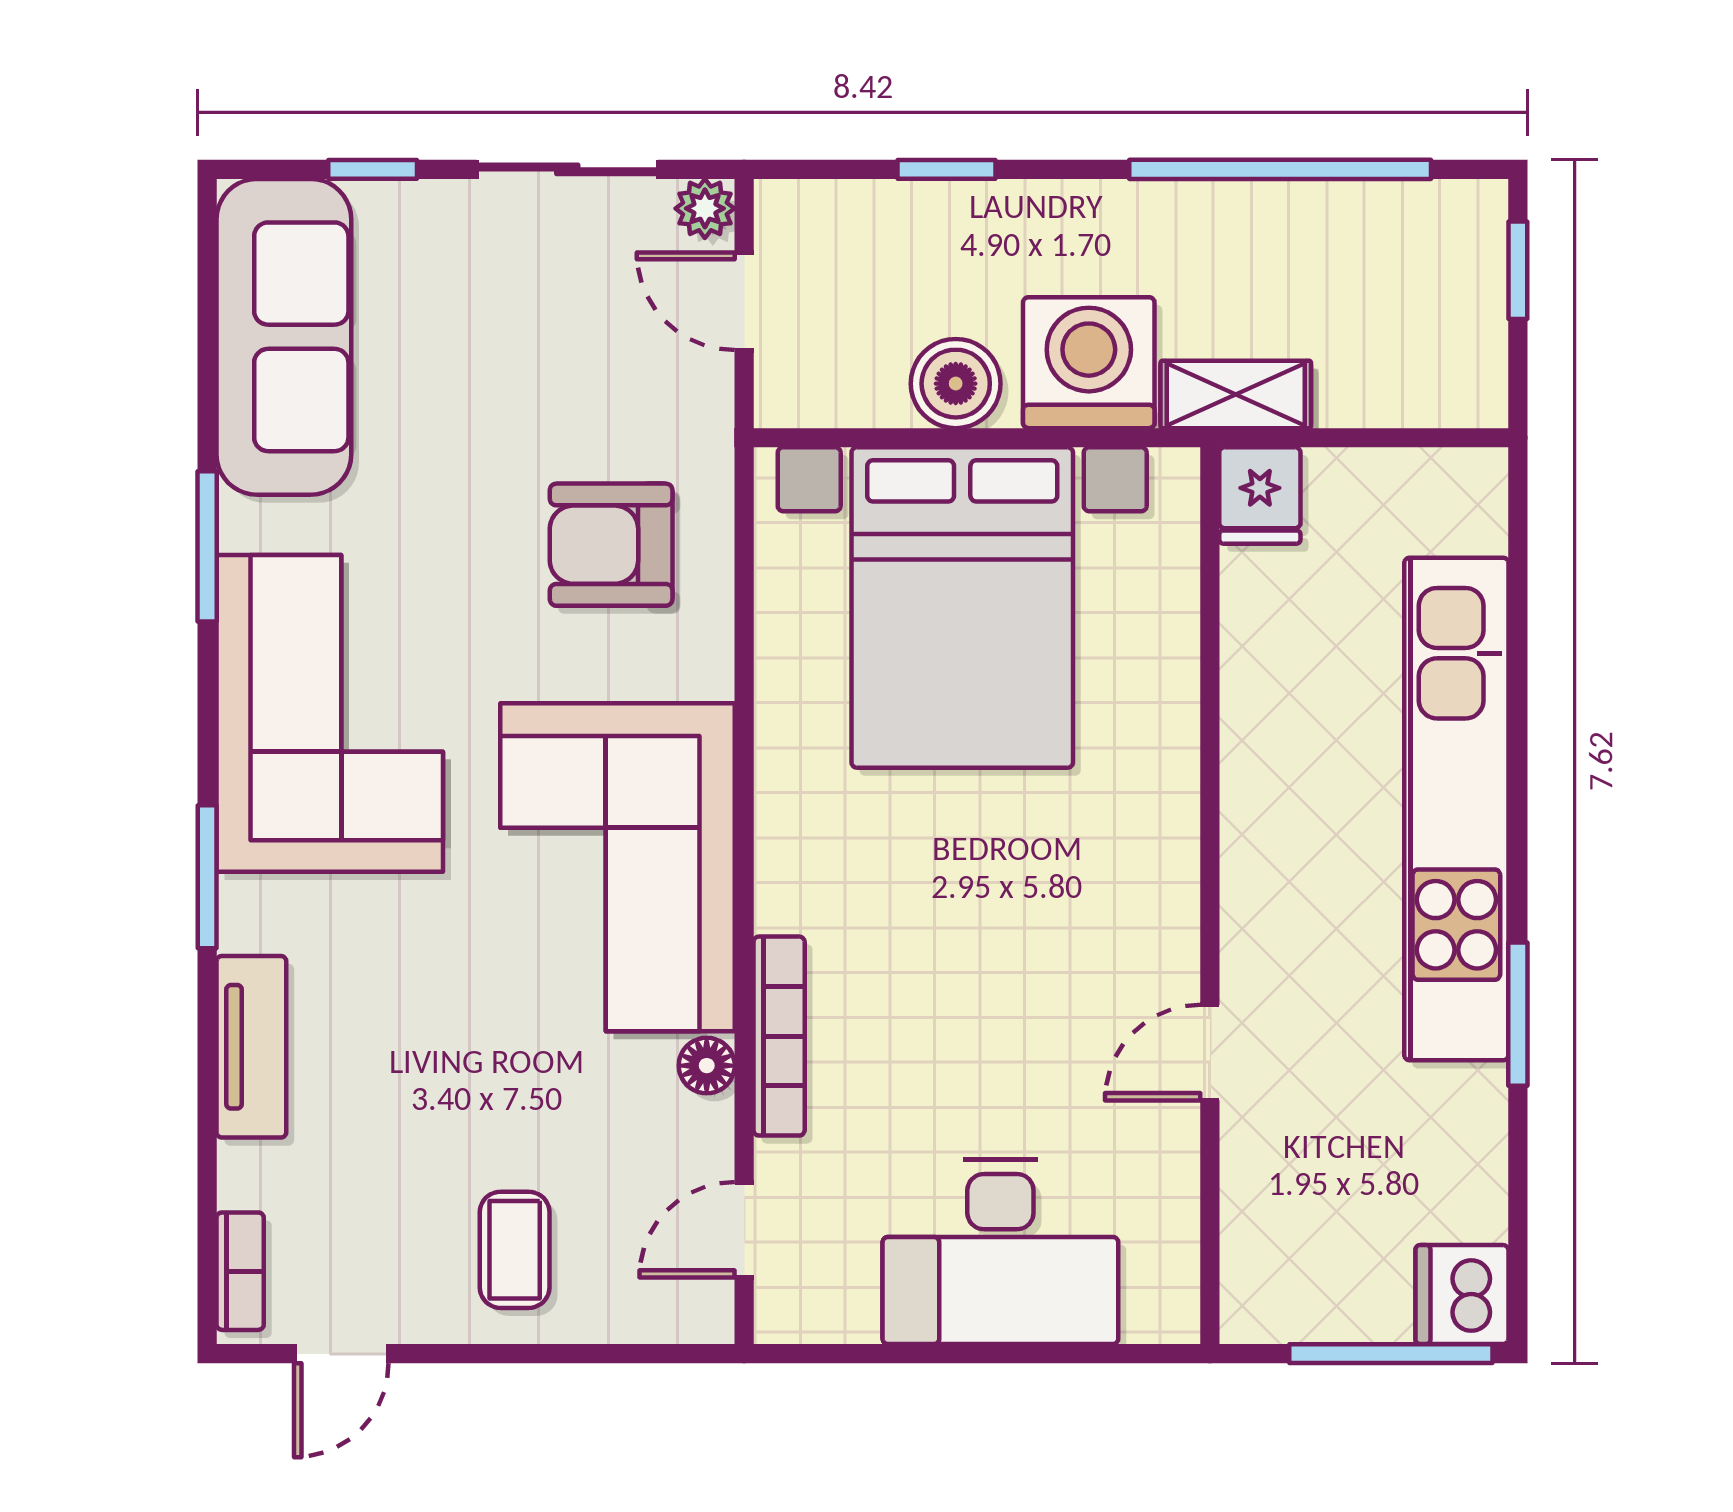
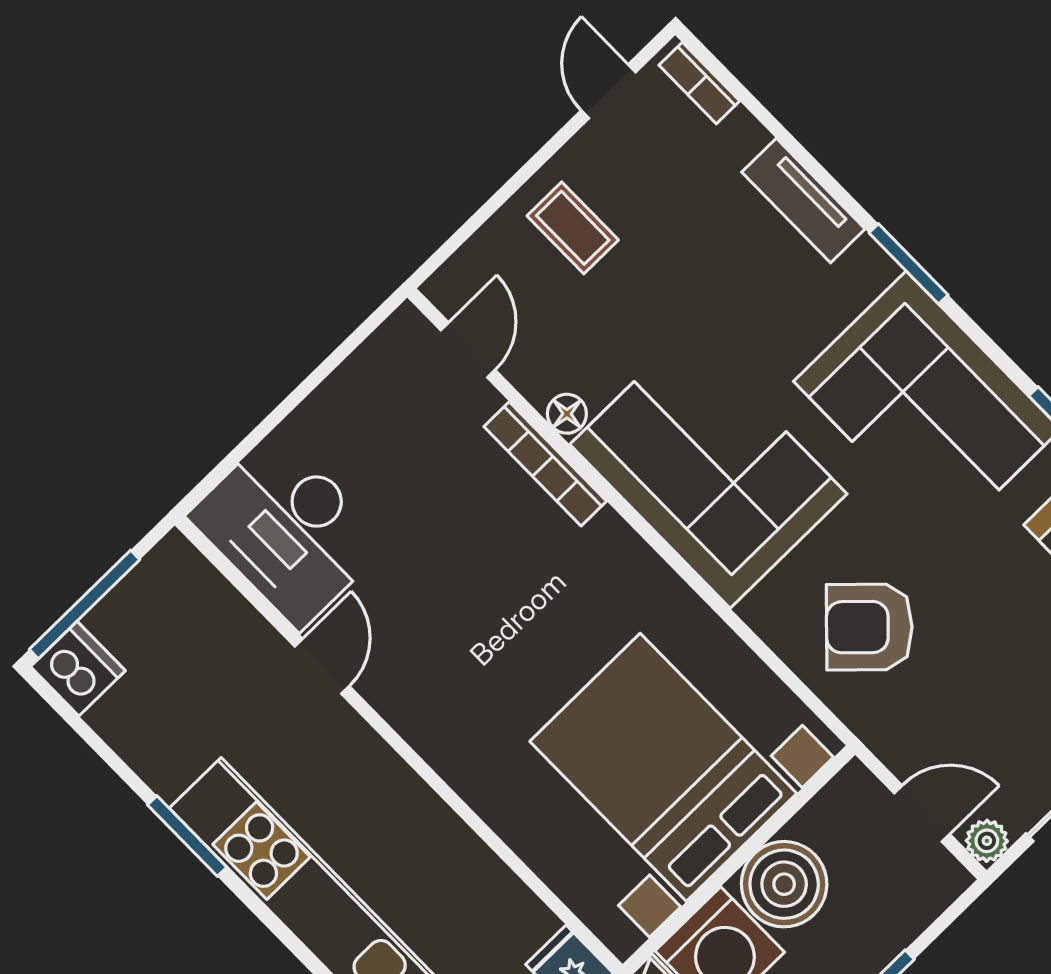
boiler: (956, 384) -> (784, 884), width x1.37, depth x1.37
armchair: (611, 545) -> (869, 627), turned -136
desk: (1000, 1252) -> (288, 530), moved, turned -90

